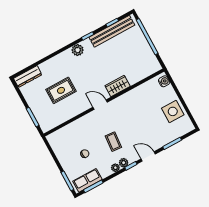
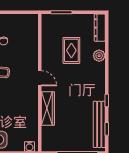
plant: (78, 50) -> (99, 56), moved
wardrobe: (118, 86) -> (48, 108), width x1.50
door: (100, 105) -> (40, 78), hinge flipped

